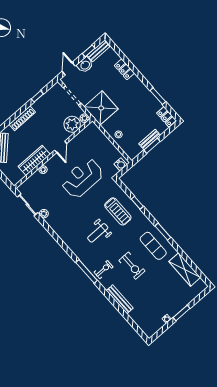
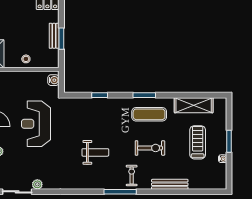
treadmill: (118, 211) -> (198, 142), moved, turned -90
weight bench: (98, 233) -> (95, 152), turned -90

